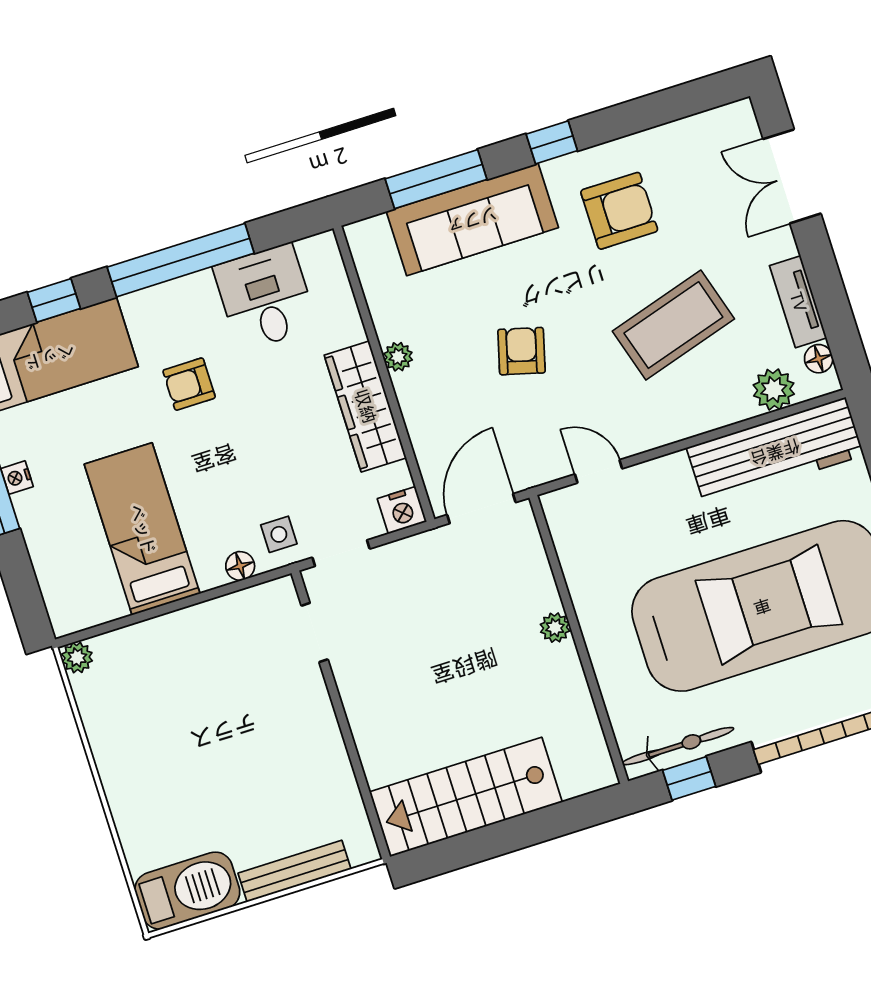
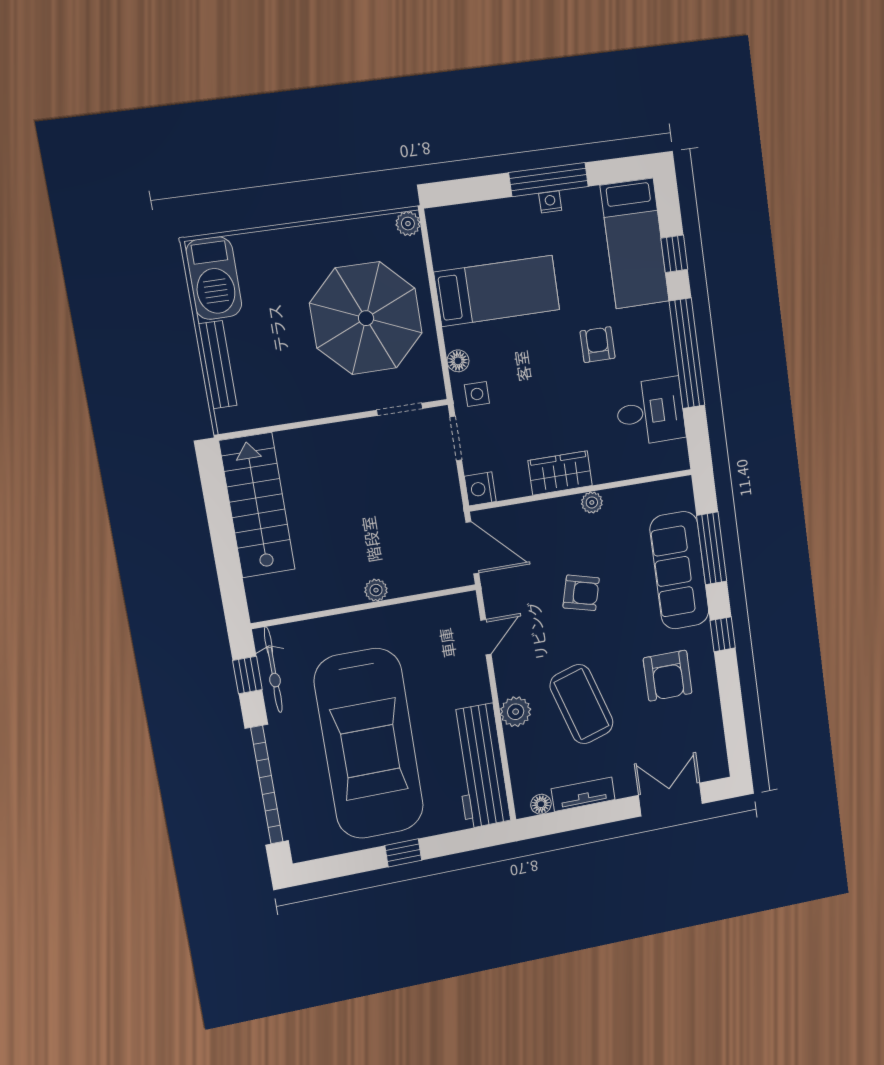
plant: (774, 390) -> (516, 712), moved
wardrobe: (365, 406) -> (560, 473), width x0.67
parasol: (205, 693) -> (366, 318), added

